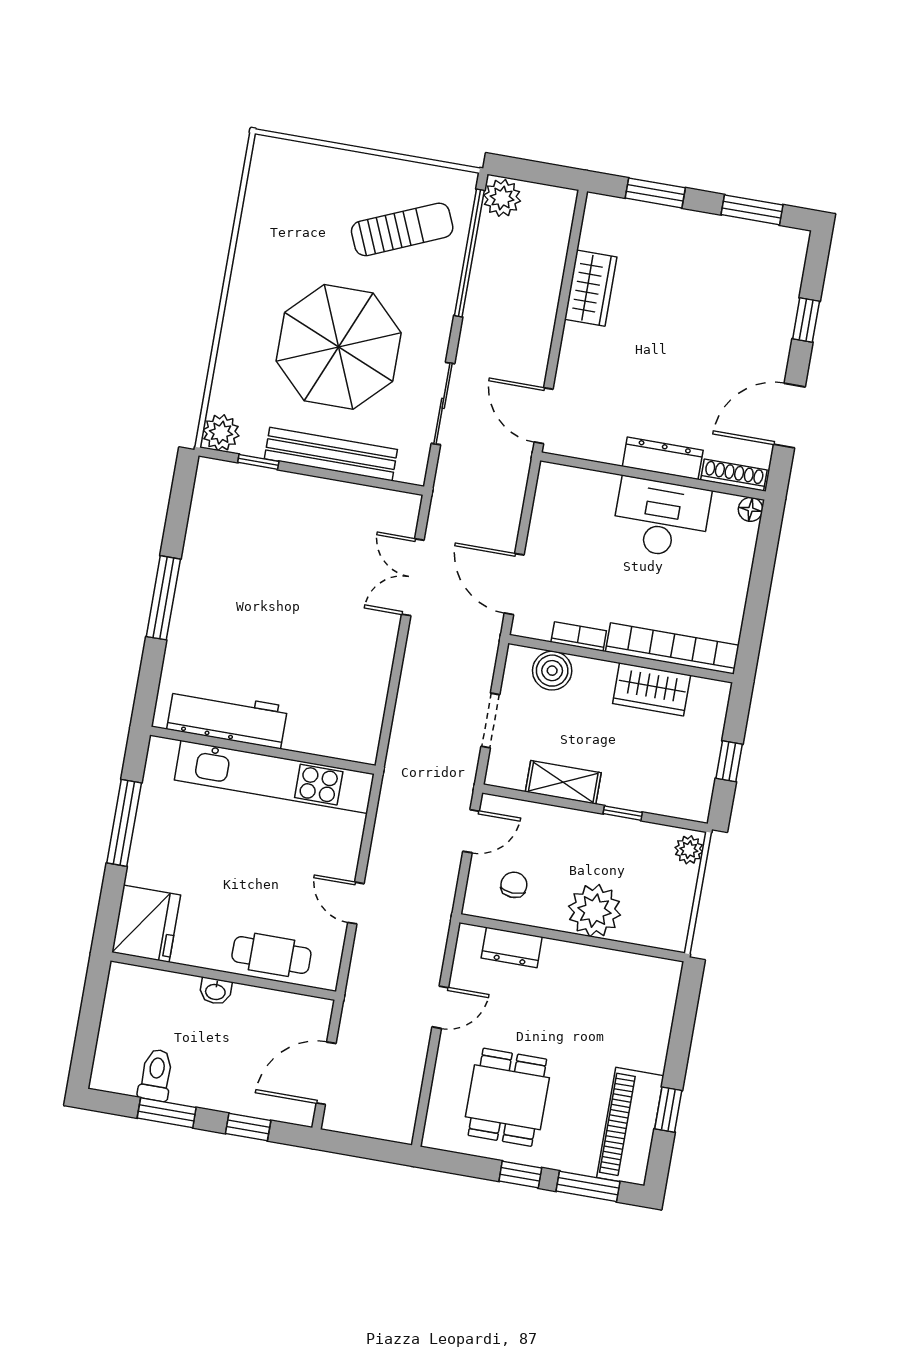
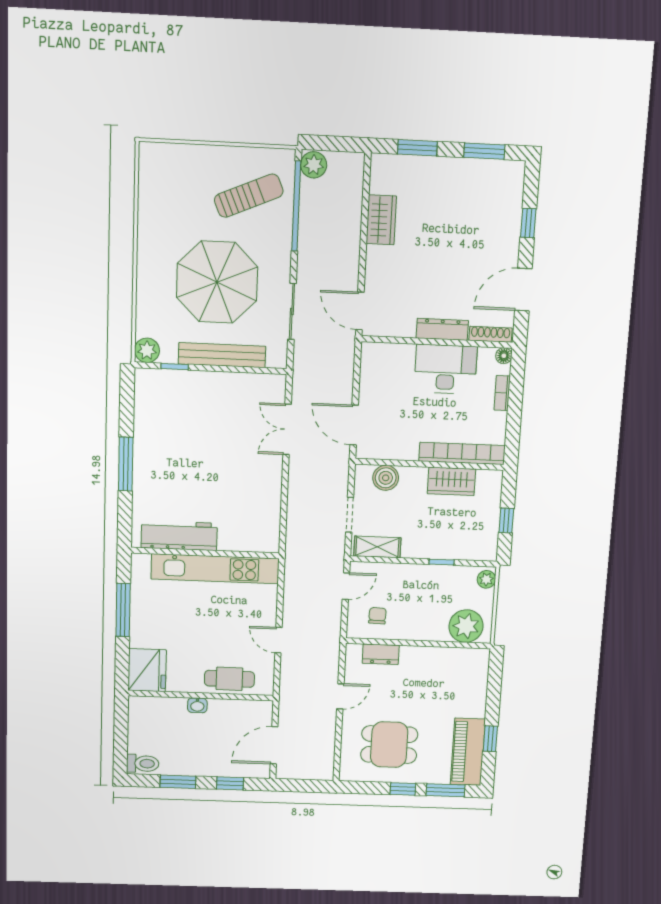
bookcase: (579, 637) -> (502, 393), moved, turned -90
shelving: (563, 782) -> (377, 547), moved
plant: (594, 911) -> (466, 626), moved
toilet: (156, 1075) -> (143, 763), moved, turned 90
dining table: (507, 1097) -> (389, 745), turned 90

